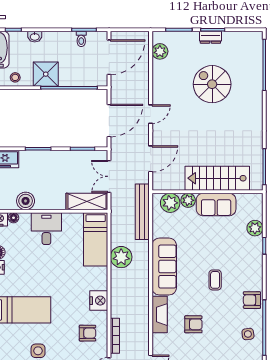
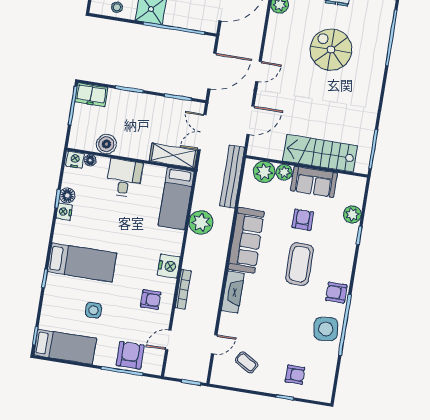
coffee table: (215, 280) -> (300, 264), width x1.86, depth x1.72
armchair: (193, 324) -> (303, 220), moved, turned -90
side table: (248, 334) -> (326, 329), width x1.87, depth x1.87
bookcase: (115, 336) -> (183, 289), moved

